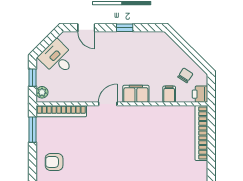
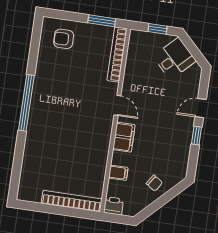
door: (86, 28) -> (201, 108), moved
chair: (185, 75) -> (154, 183), moved
plant: (42, 92) -> (140, 37), removed
armchair: (54, 162) -> (64, 39), turned -90

